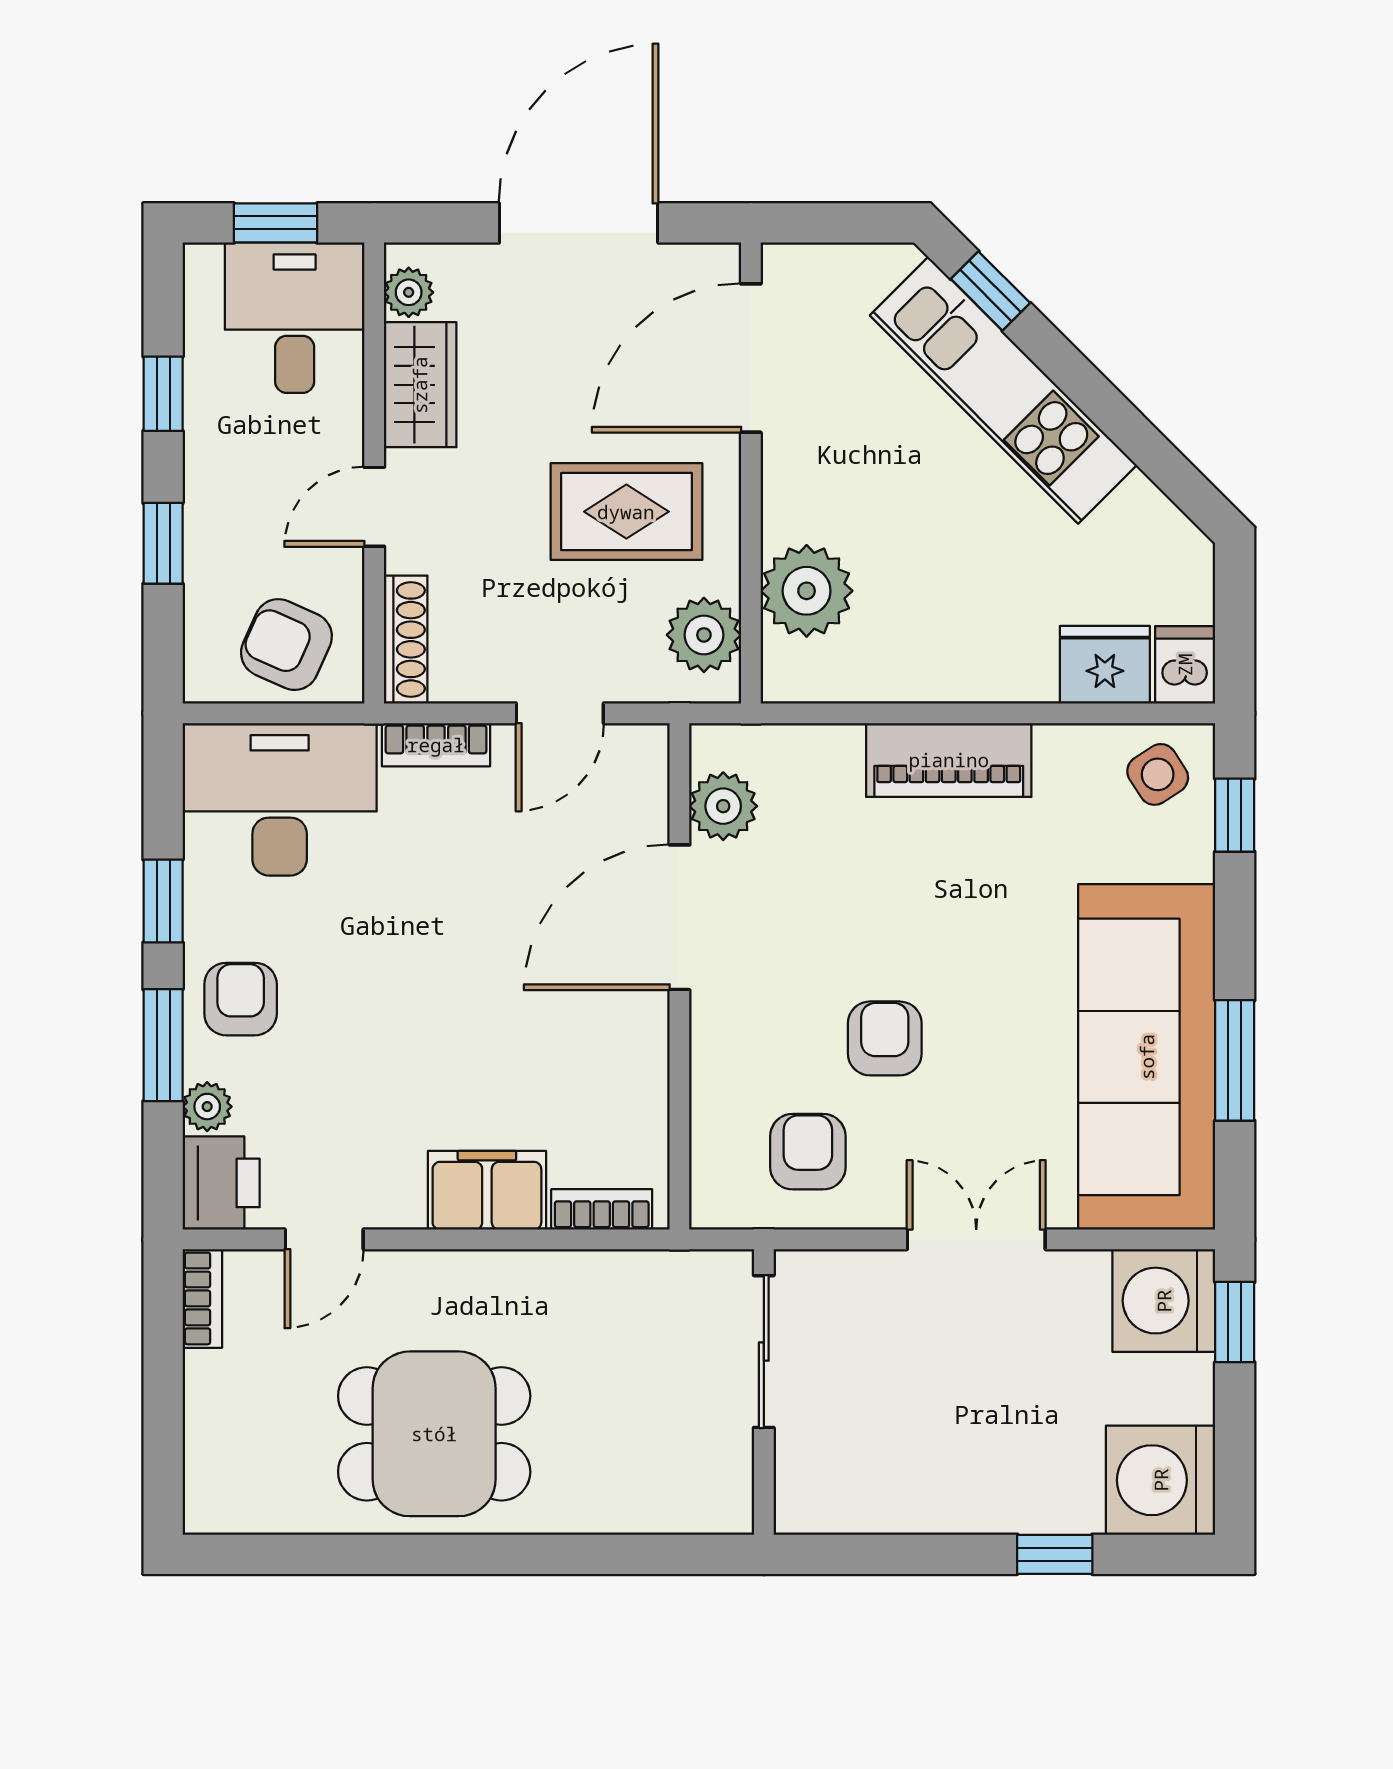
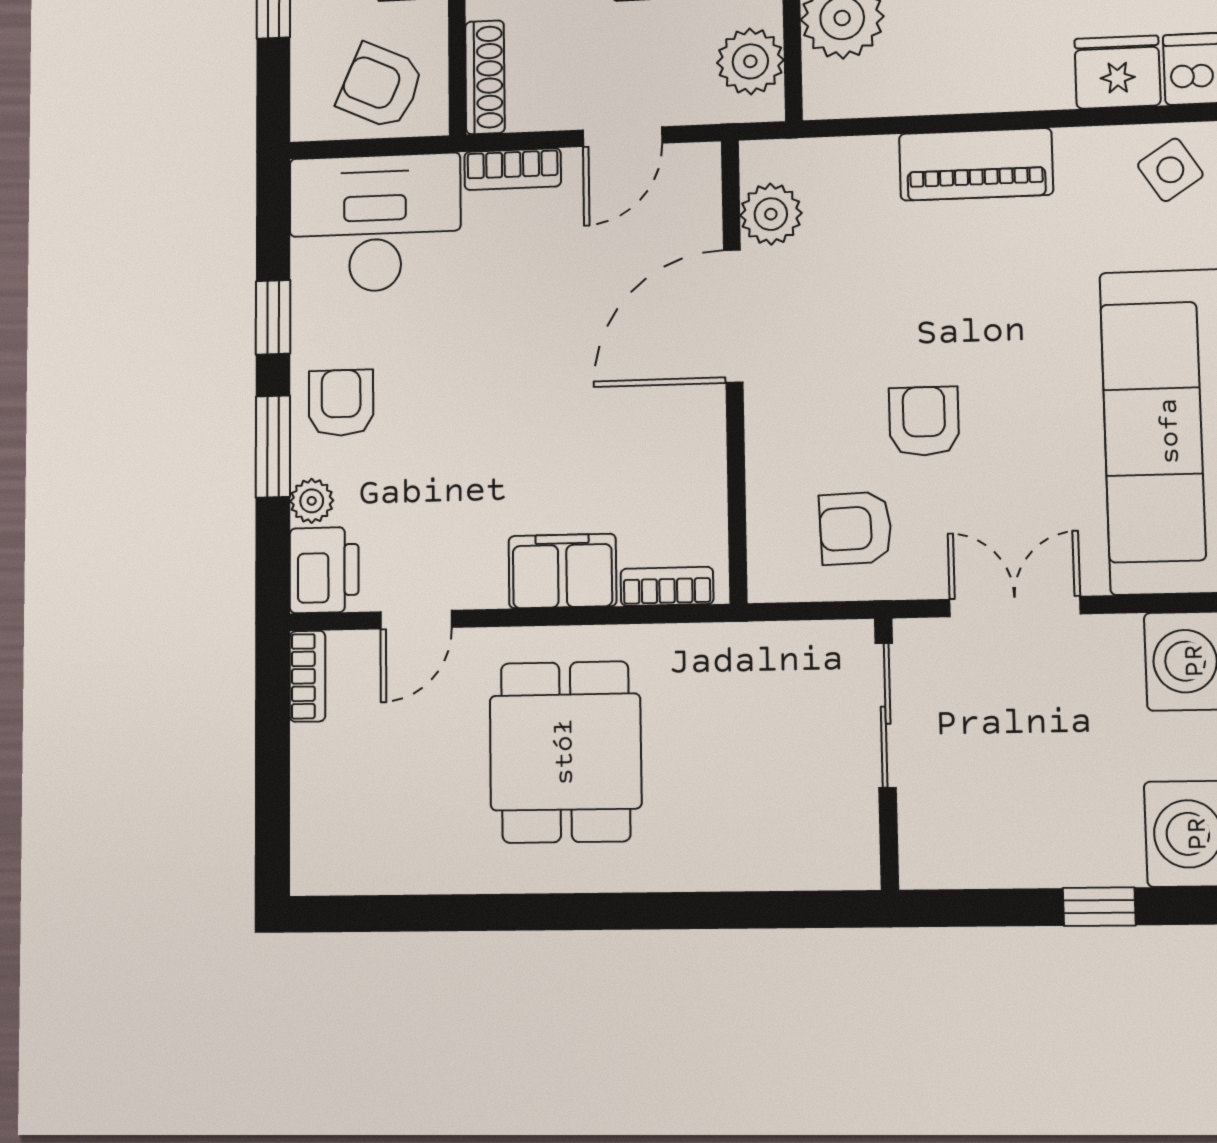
armchair: (808, 1152) -> (855, 528), turned -92
sliding door: (764, 1352) -> (886, 715), moved
wall: (764, 1392) -> (887, 753), moved
dining table: (434, 1434) -> (565, 752), moved, turned 90

